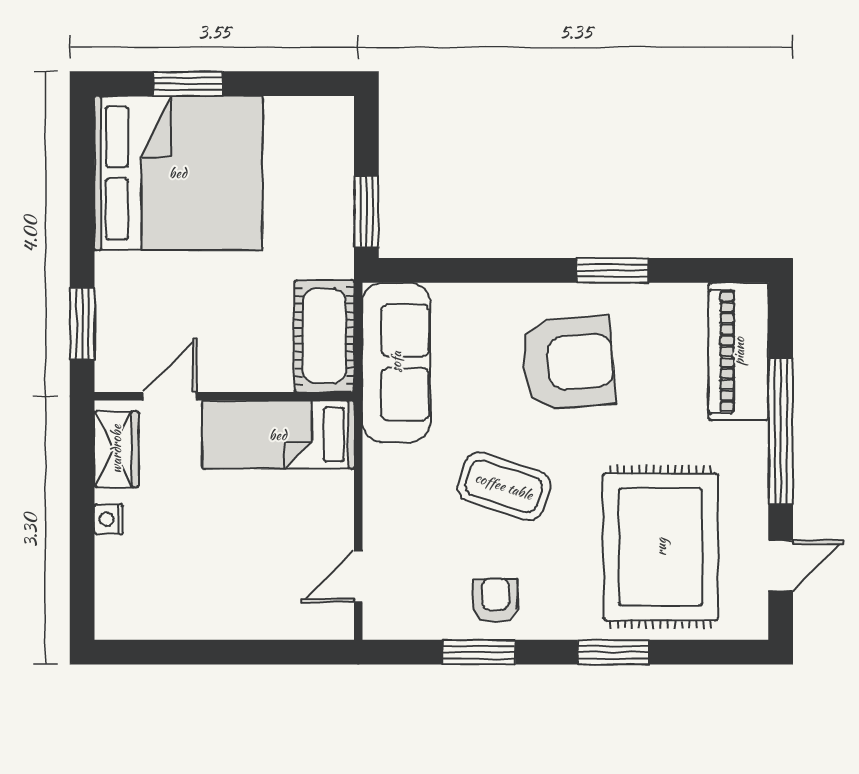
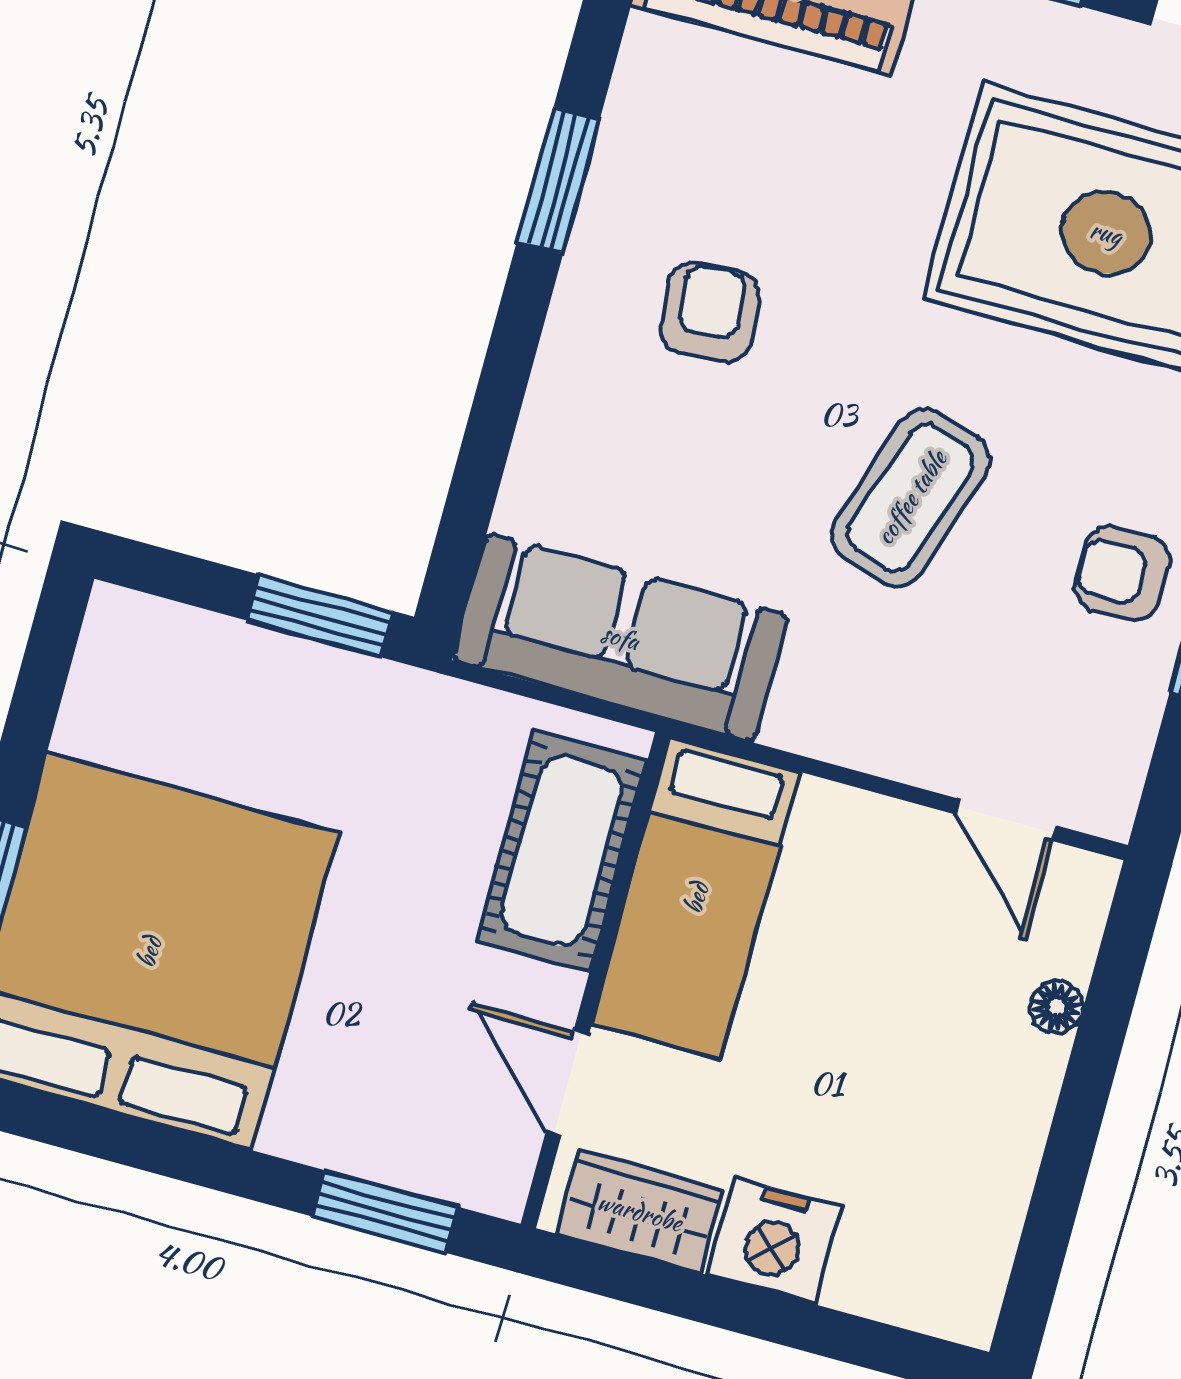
cot: (324, 336) -> (562, 851), moved, turned 90
armchair: (568, 363) -> (710, 313), width x0.53, depth x0.53
nightstand: (109, 519) -> (774, 1241), width x1.89, depth x1.79
floor lamp: (273, 627) -> (1056, 1007), added

